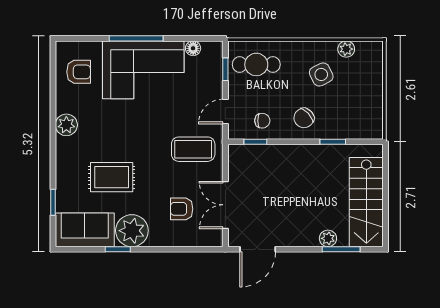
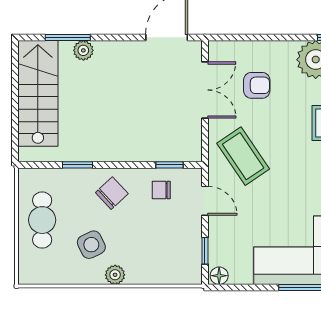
floor lamp: (193, 48) -> (219, 276), moved
plant: (346, 49) -> (115, 275), moved
cafe table: (256, 64) -> (42, 220), moved, turned 90
door: (225, 112) -> (205, 201), hinge flipped
coffee table: (193, 149) -> (243, 156), turned 56

